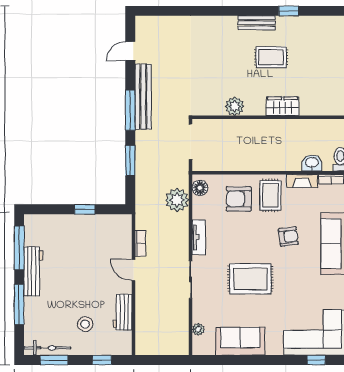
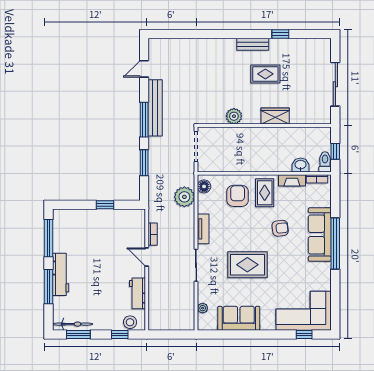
armchair: (239, 199) -> (238, 196), turned 90
workbench: (33, 271) -> (61, 274), moved
stool: (85, 324) -> (130, 322), moved

